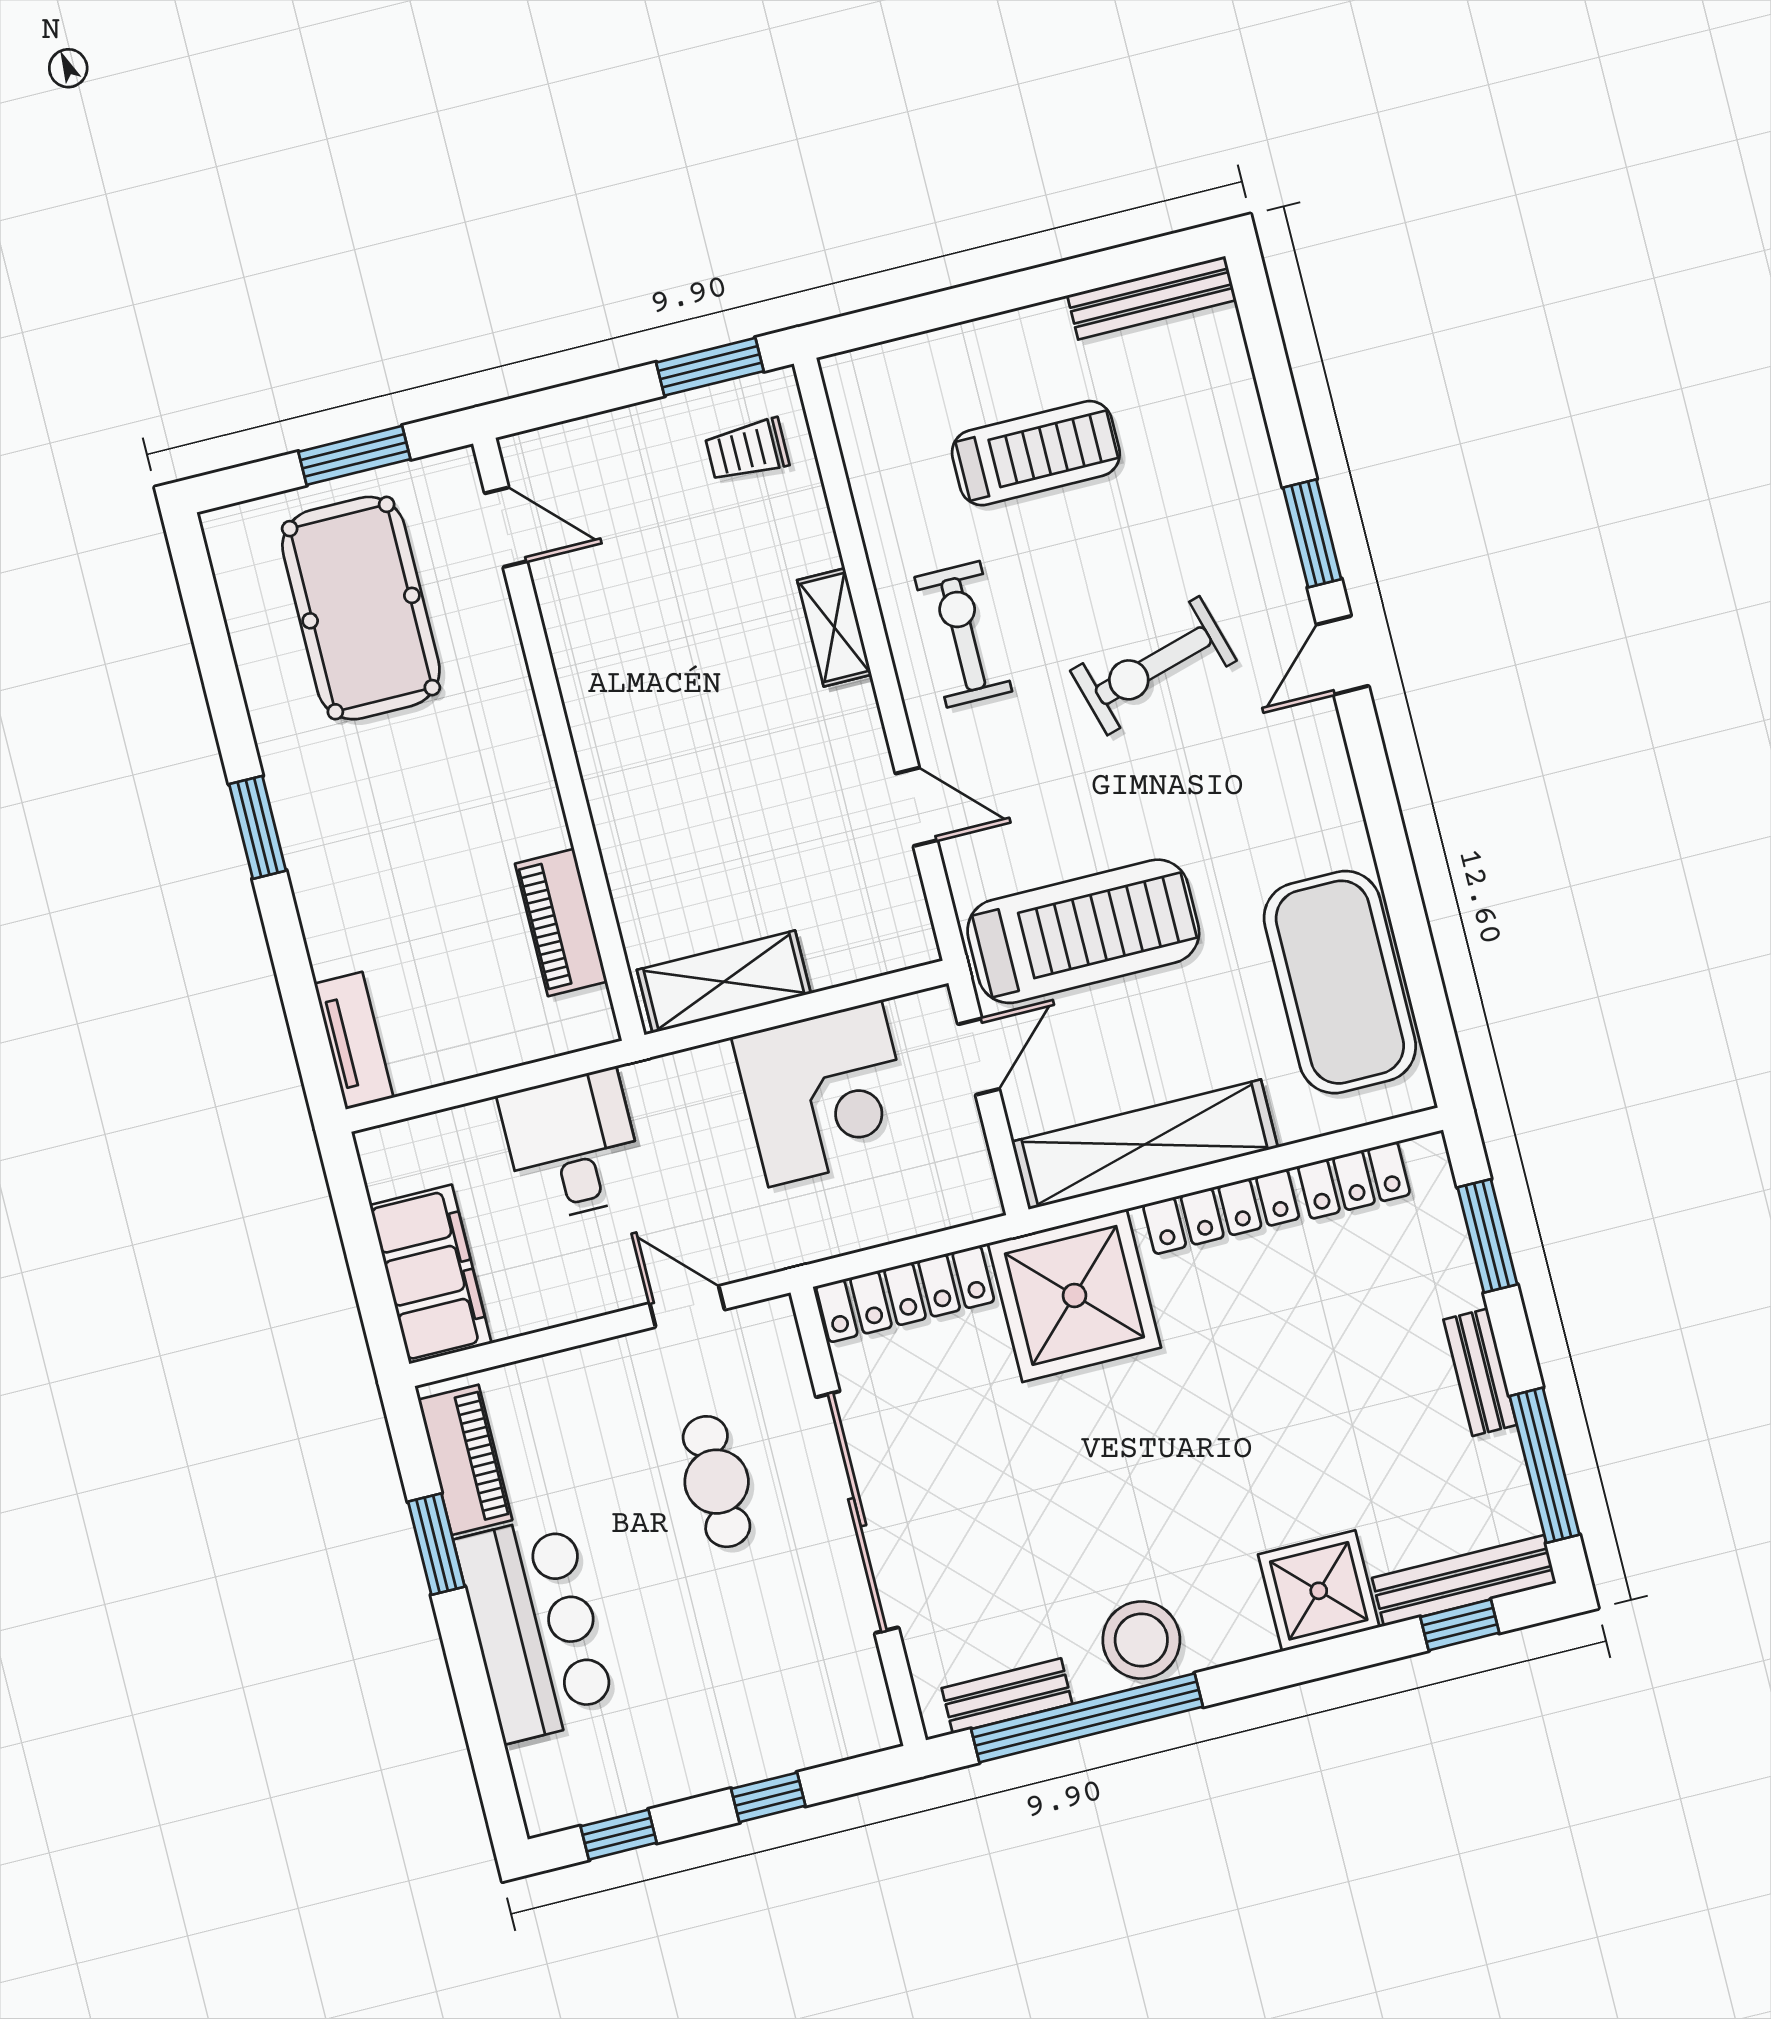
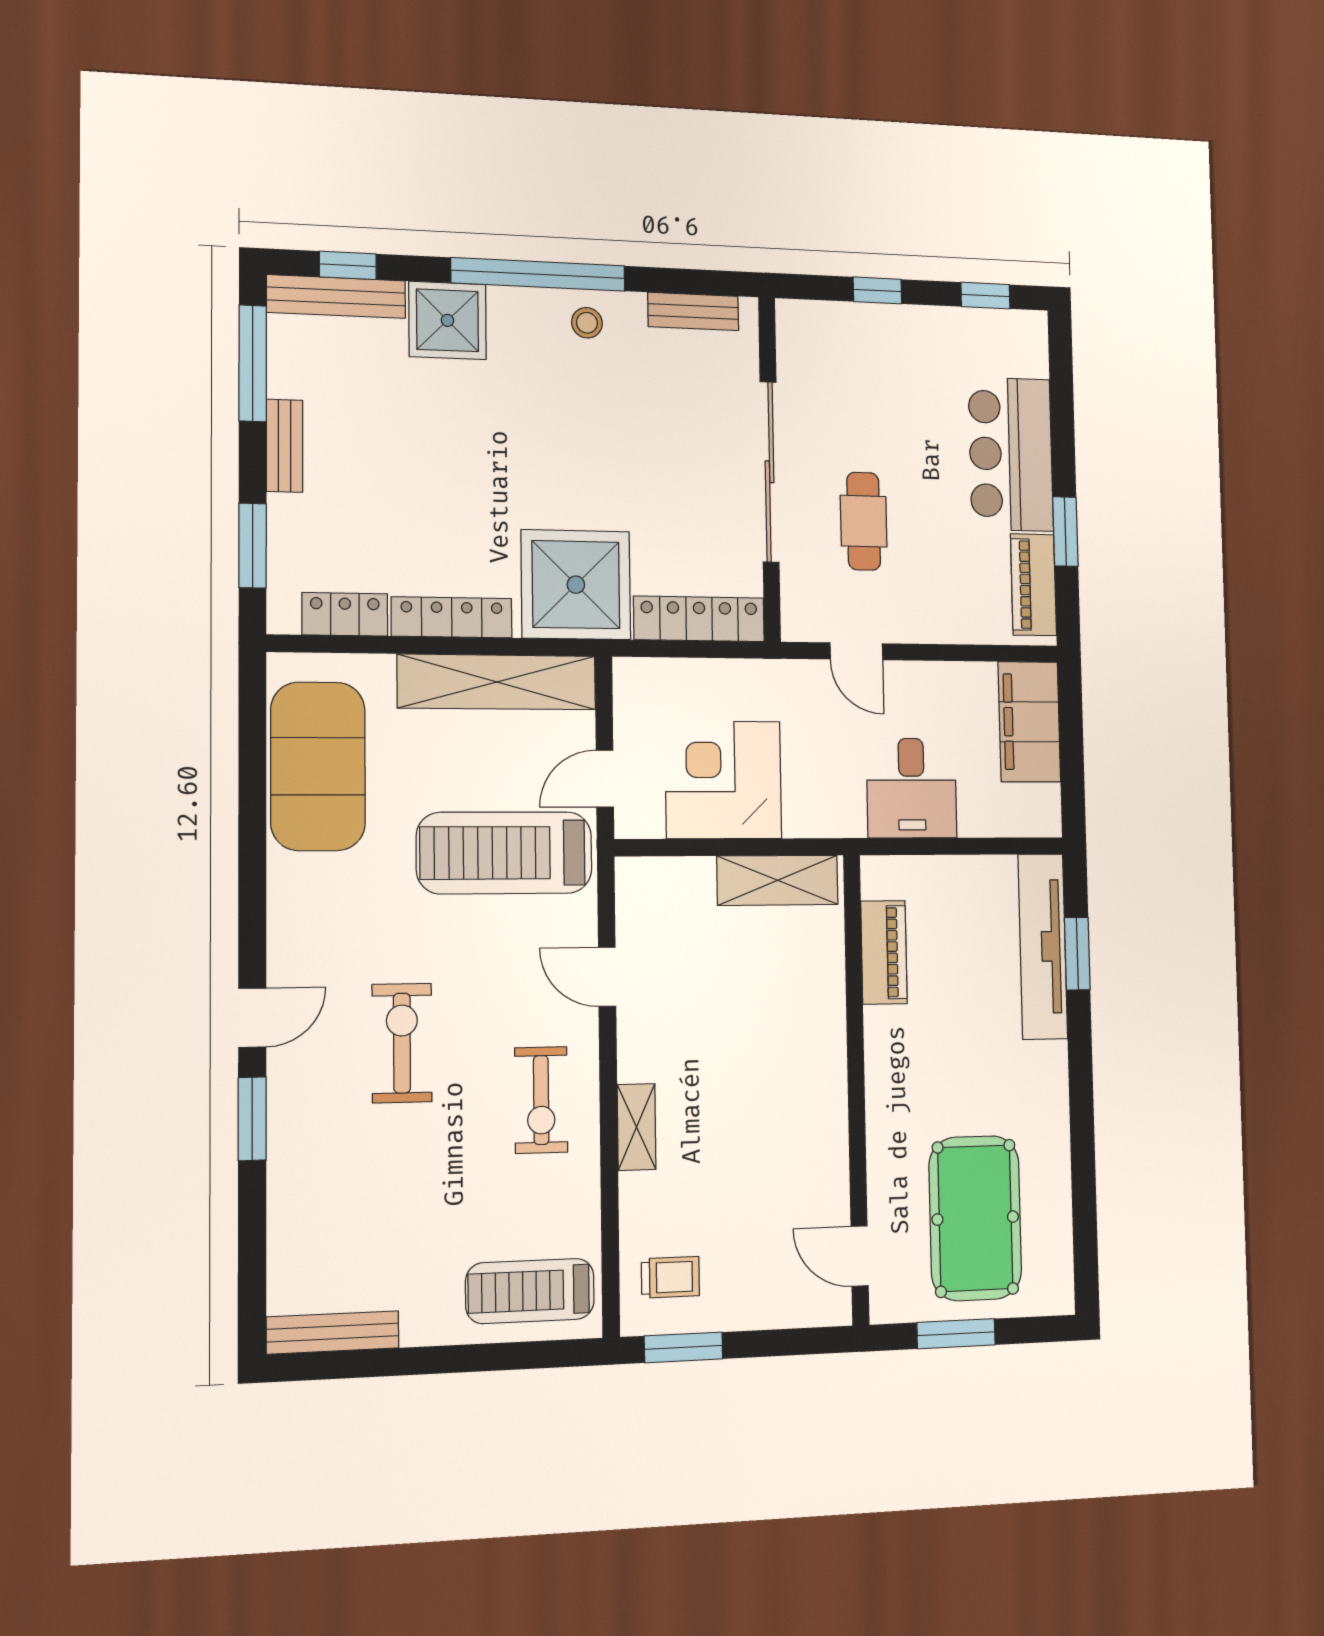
treadmill: (1036, 453) -> (530, 1291), moved
exercise bike: (1153, 666) -> (402, 1043), turned -74
window: (258, 827) -> (1077, 954), moved
tv unit: (354, 1041) -> (1043, 946), width x1.92, depth x1.29
stool: (1141, 1640) -> (587, 323), width x0.53, depth x0.53
window: (1087, 1718) -> (538, 274), moved

